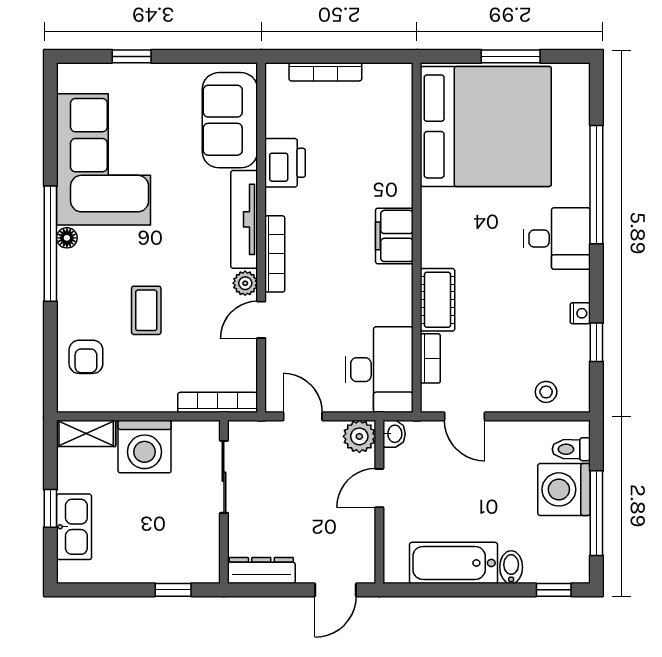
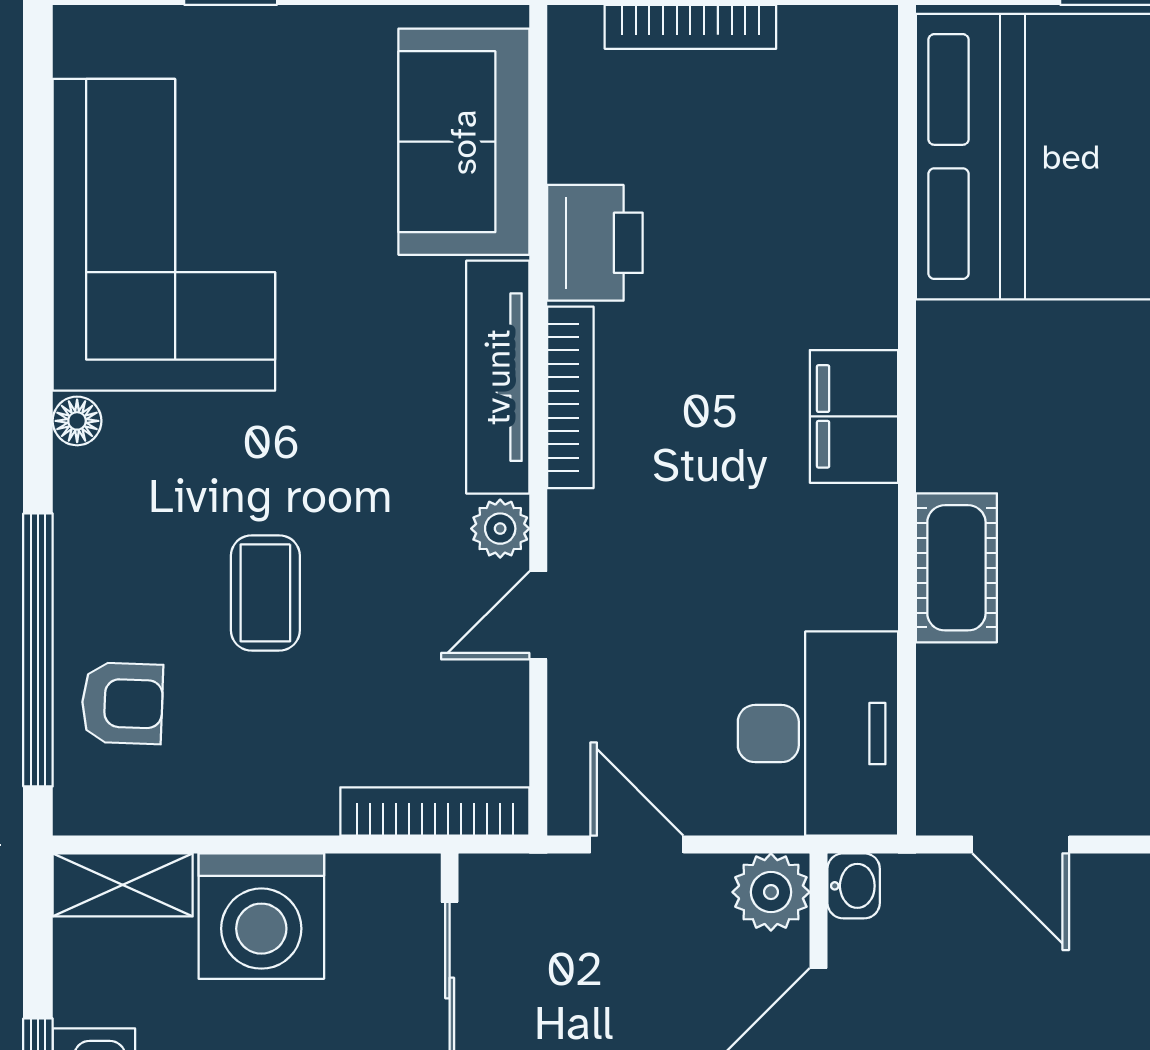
window: (50, 244) -> (38, 650), moved
bookcase: (275, 254) -> (570, 397), moved
armchair: (86, 357) -> (122, 703), turned -88
bookcase: (430, 358) -> (939, 707), removed

